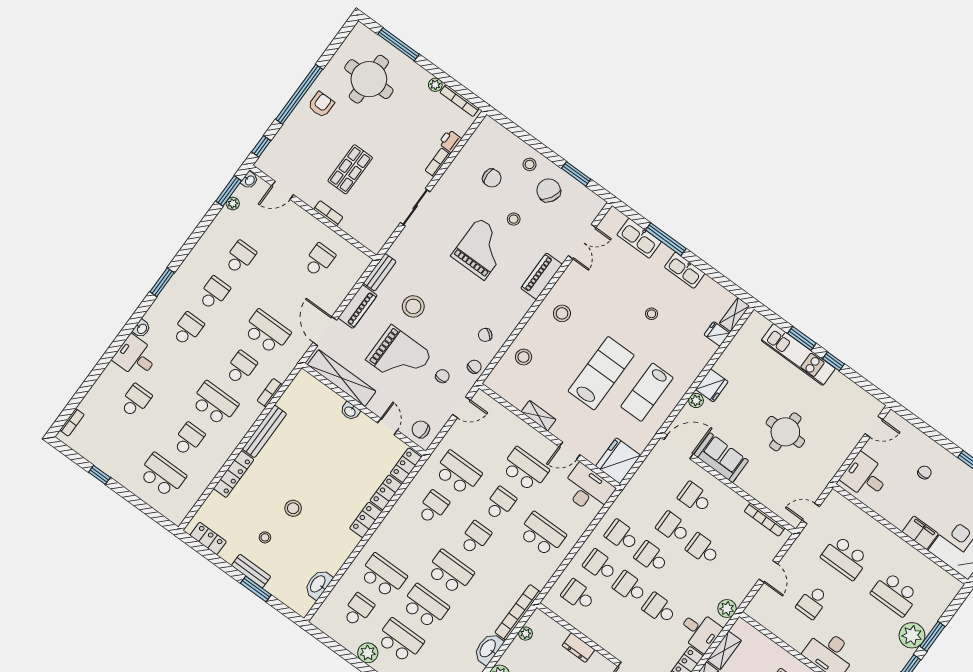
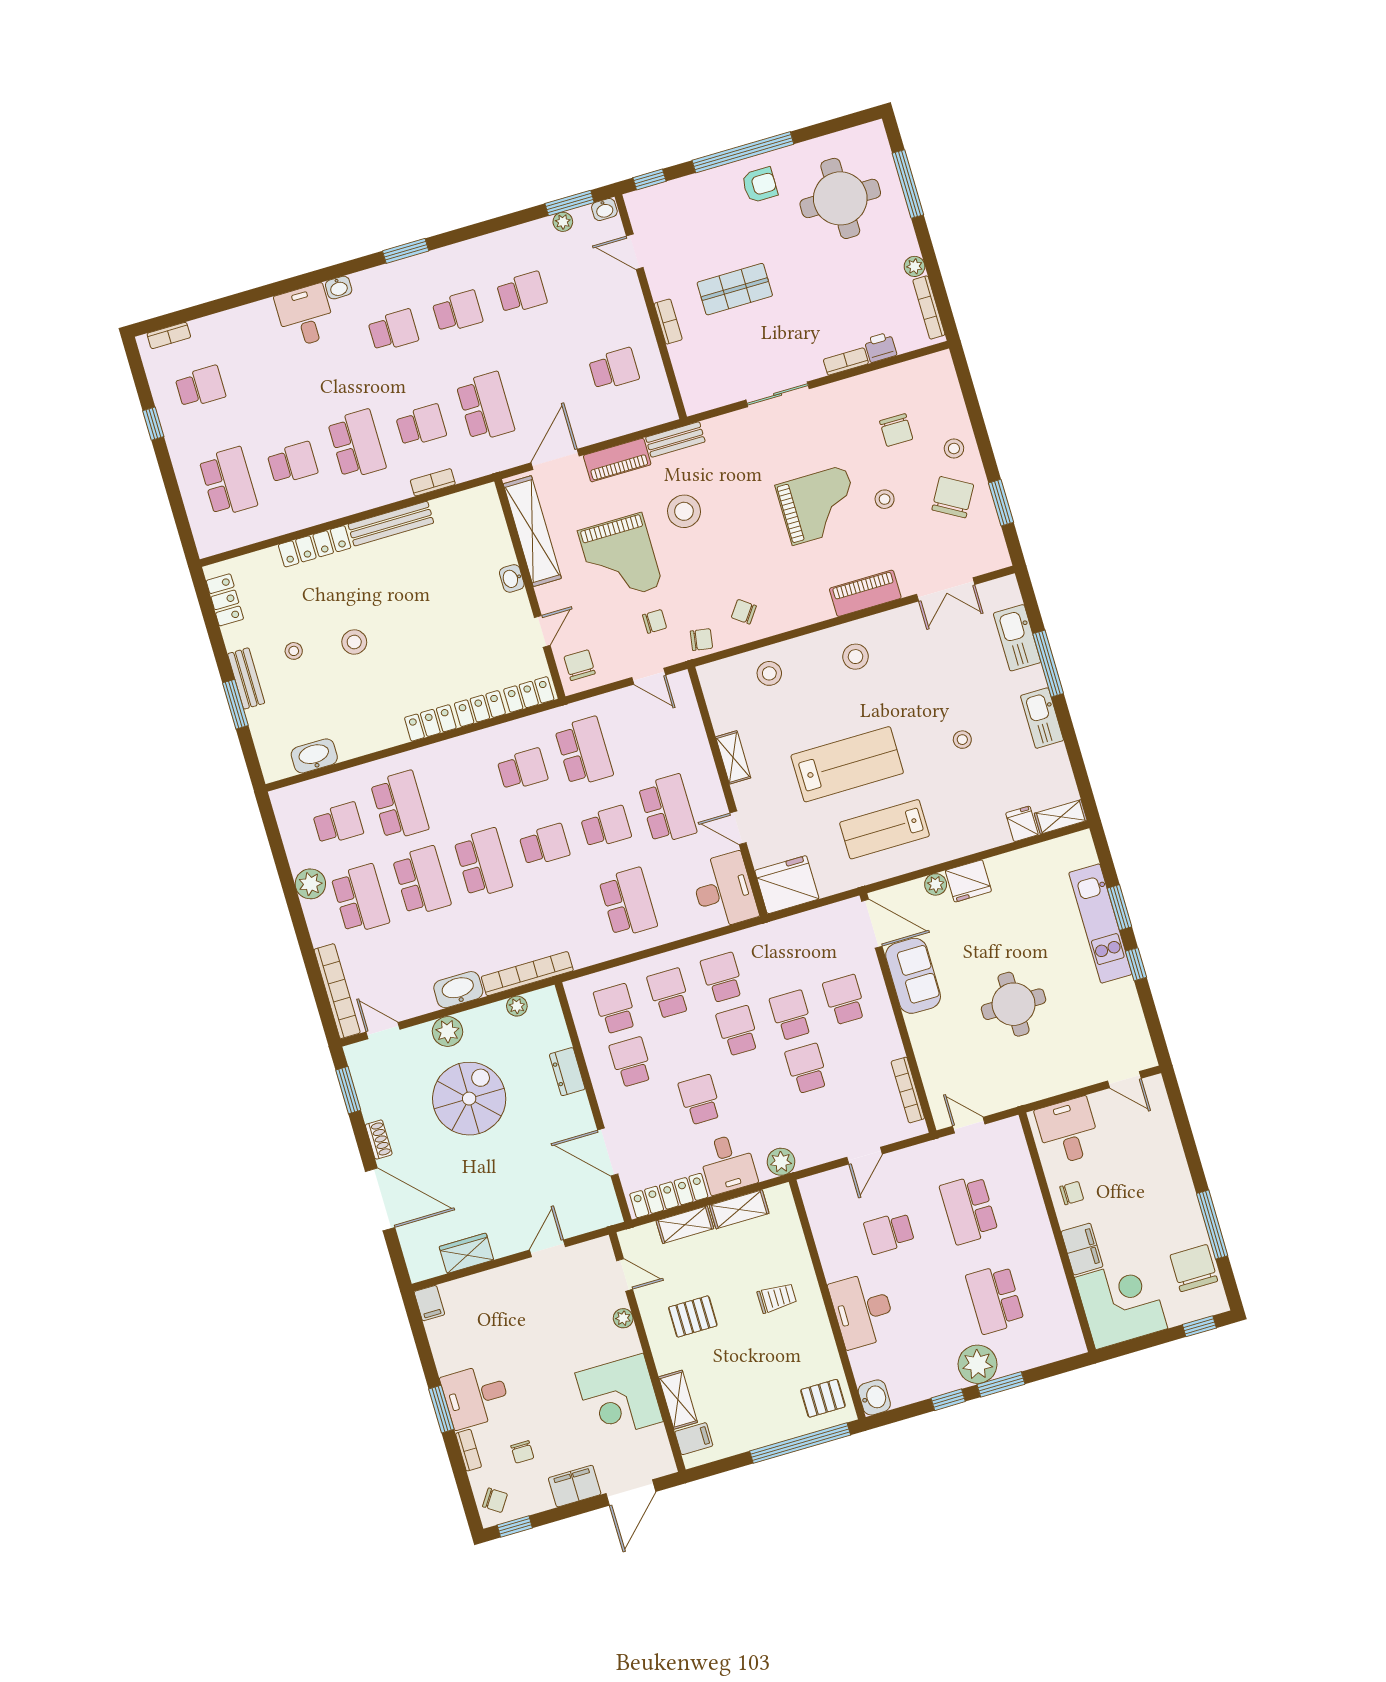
school desk: (135, 401) -> (200, 387), moved
chair: (924, 472) -> (1072, 1193), moved
school desk: (630, 587) -> (631, 1062), moved

